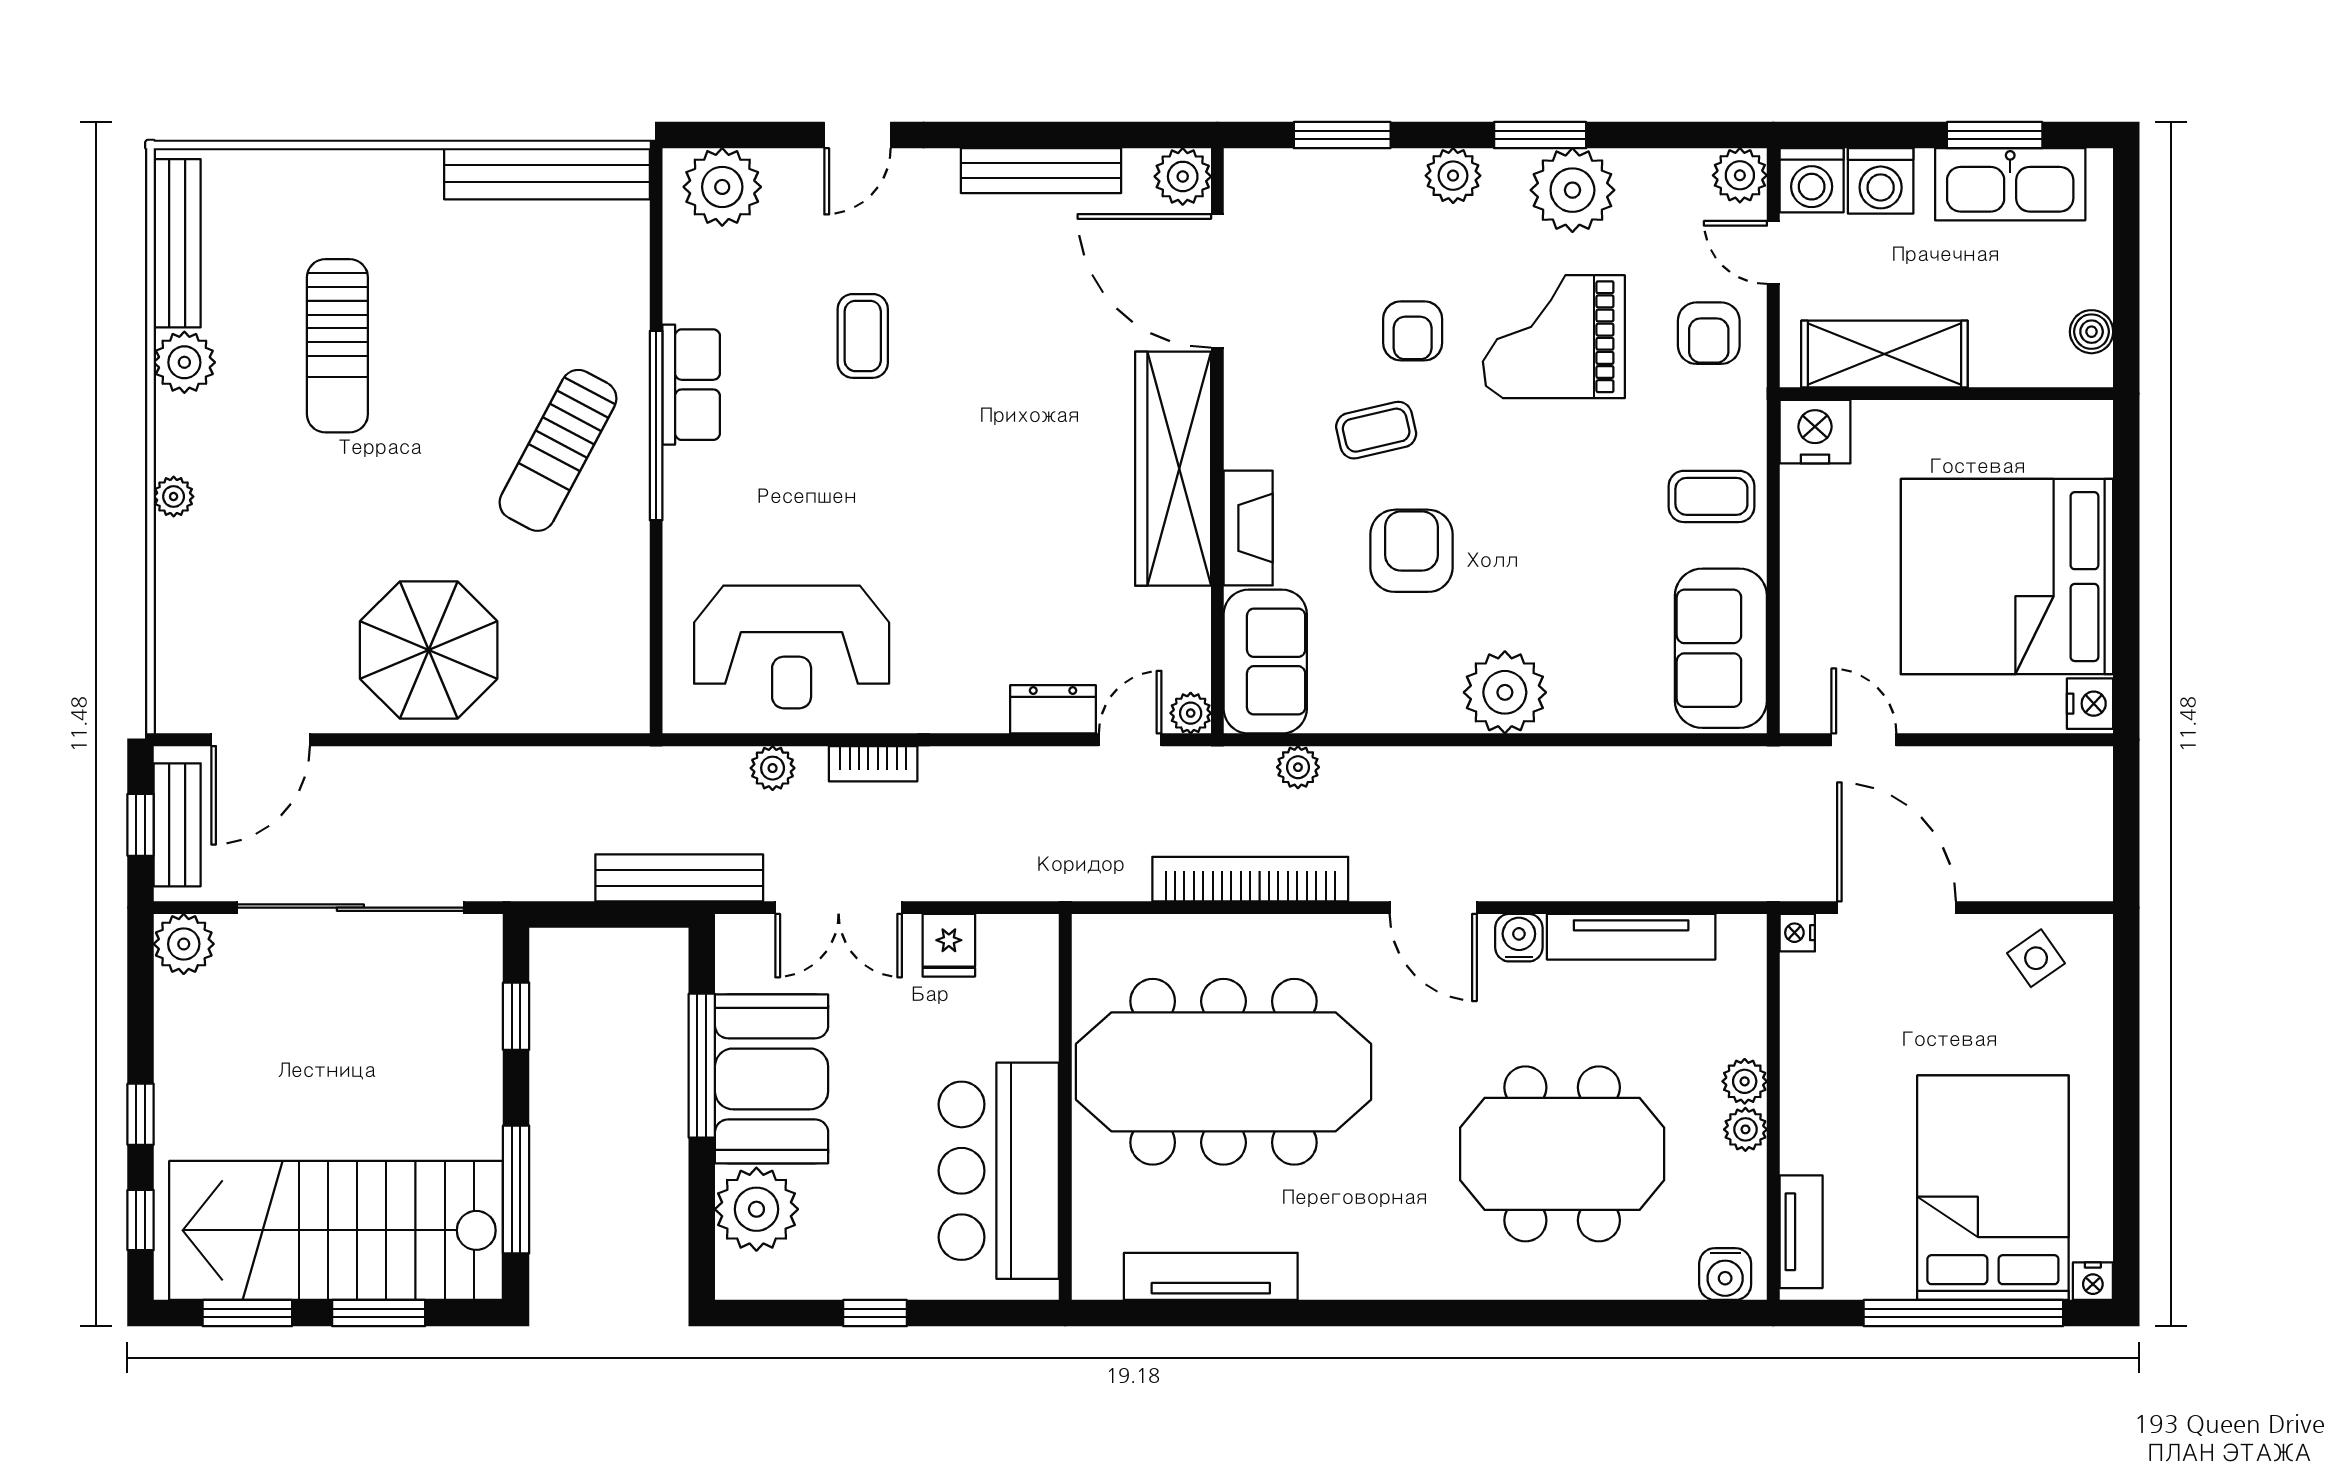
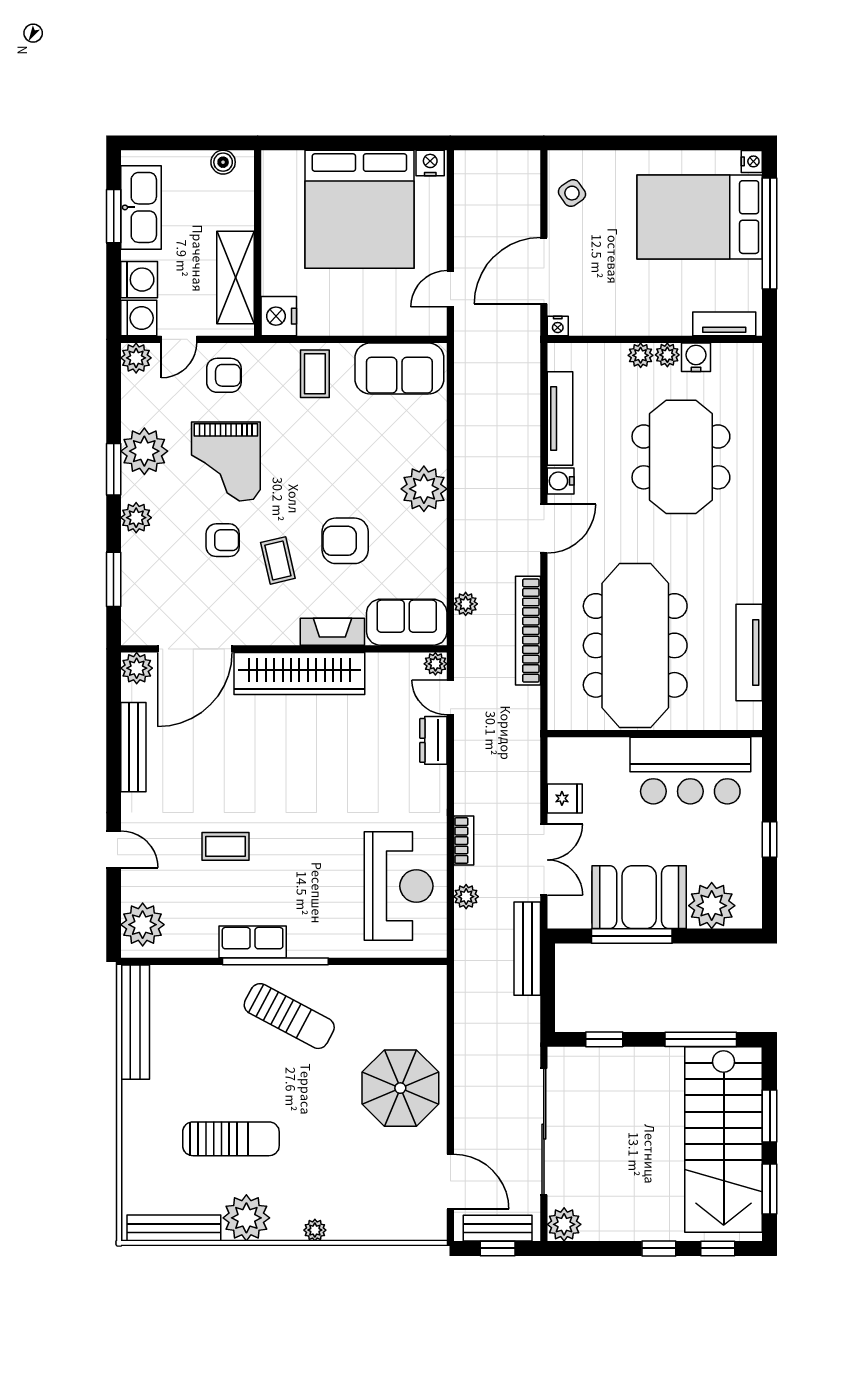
plant: (184, 362) -> (246, 1218), width x1.36, depth x1.36
water cooler: (1725, 1274) -> (696, 357), moved, turned -90

